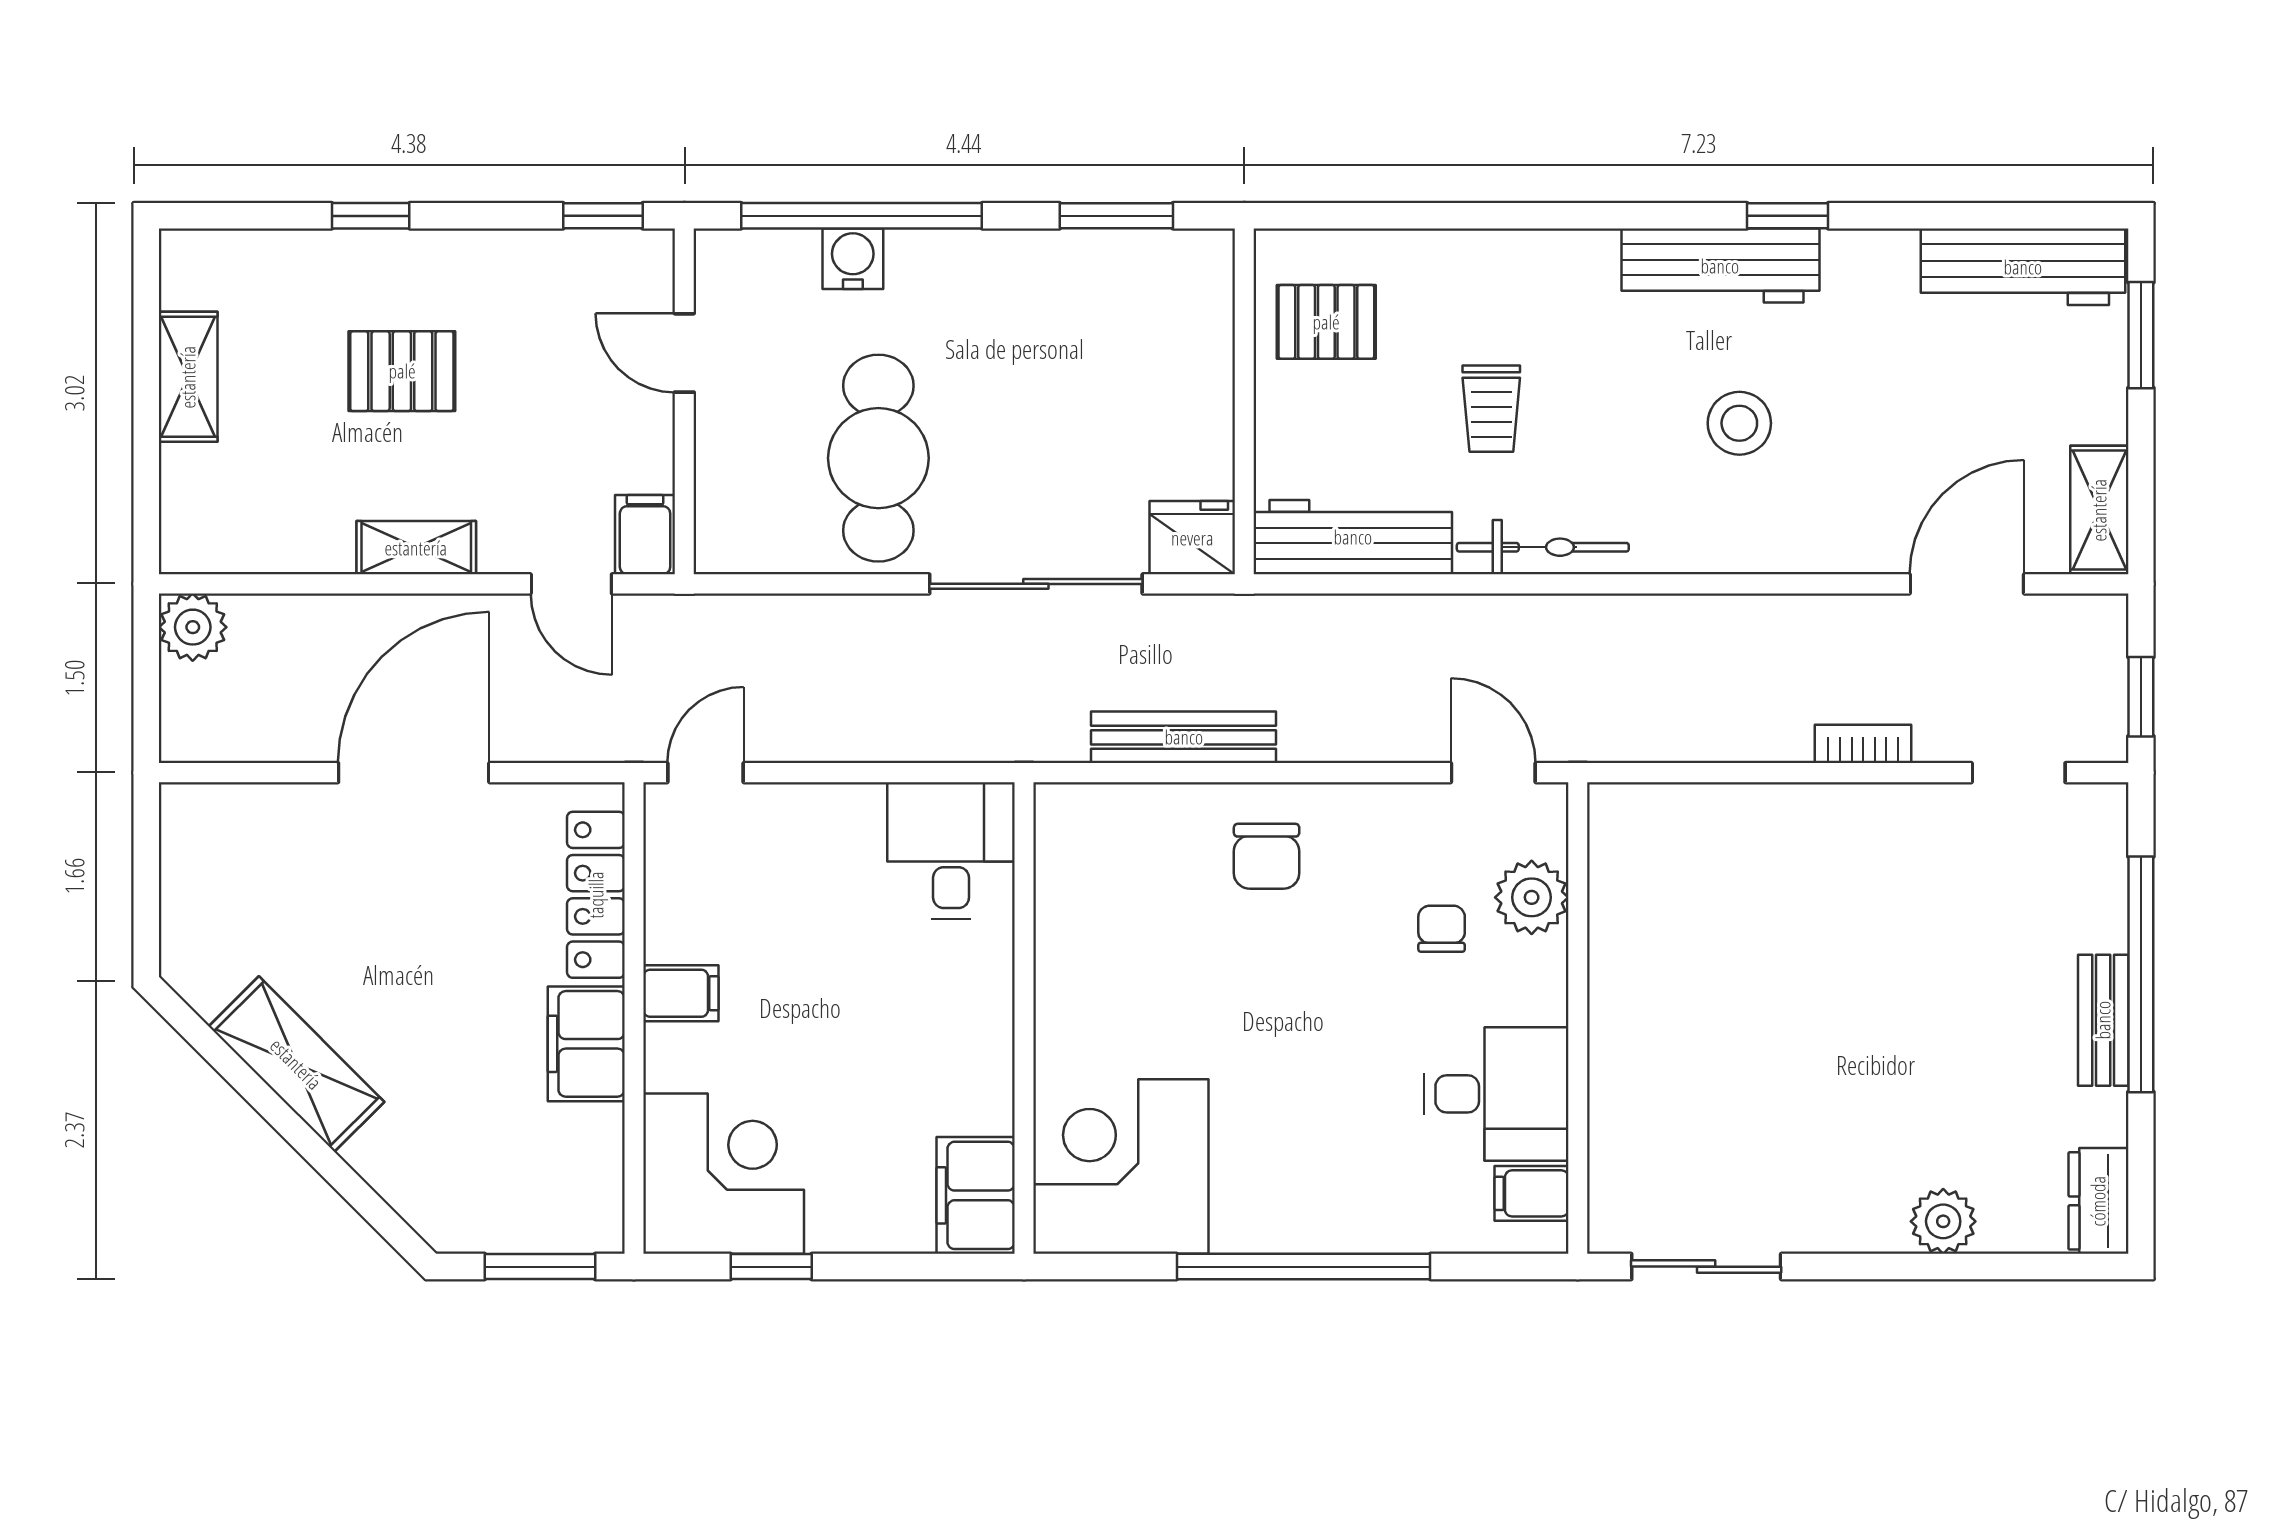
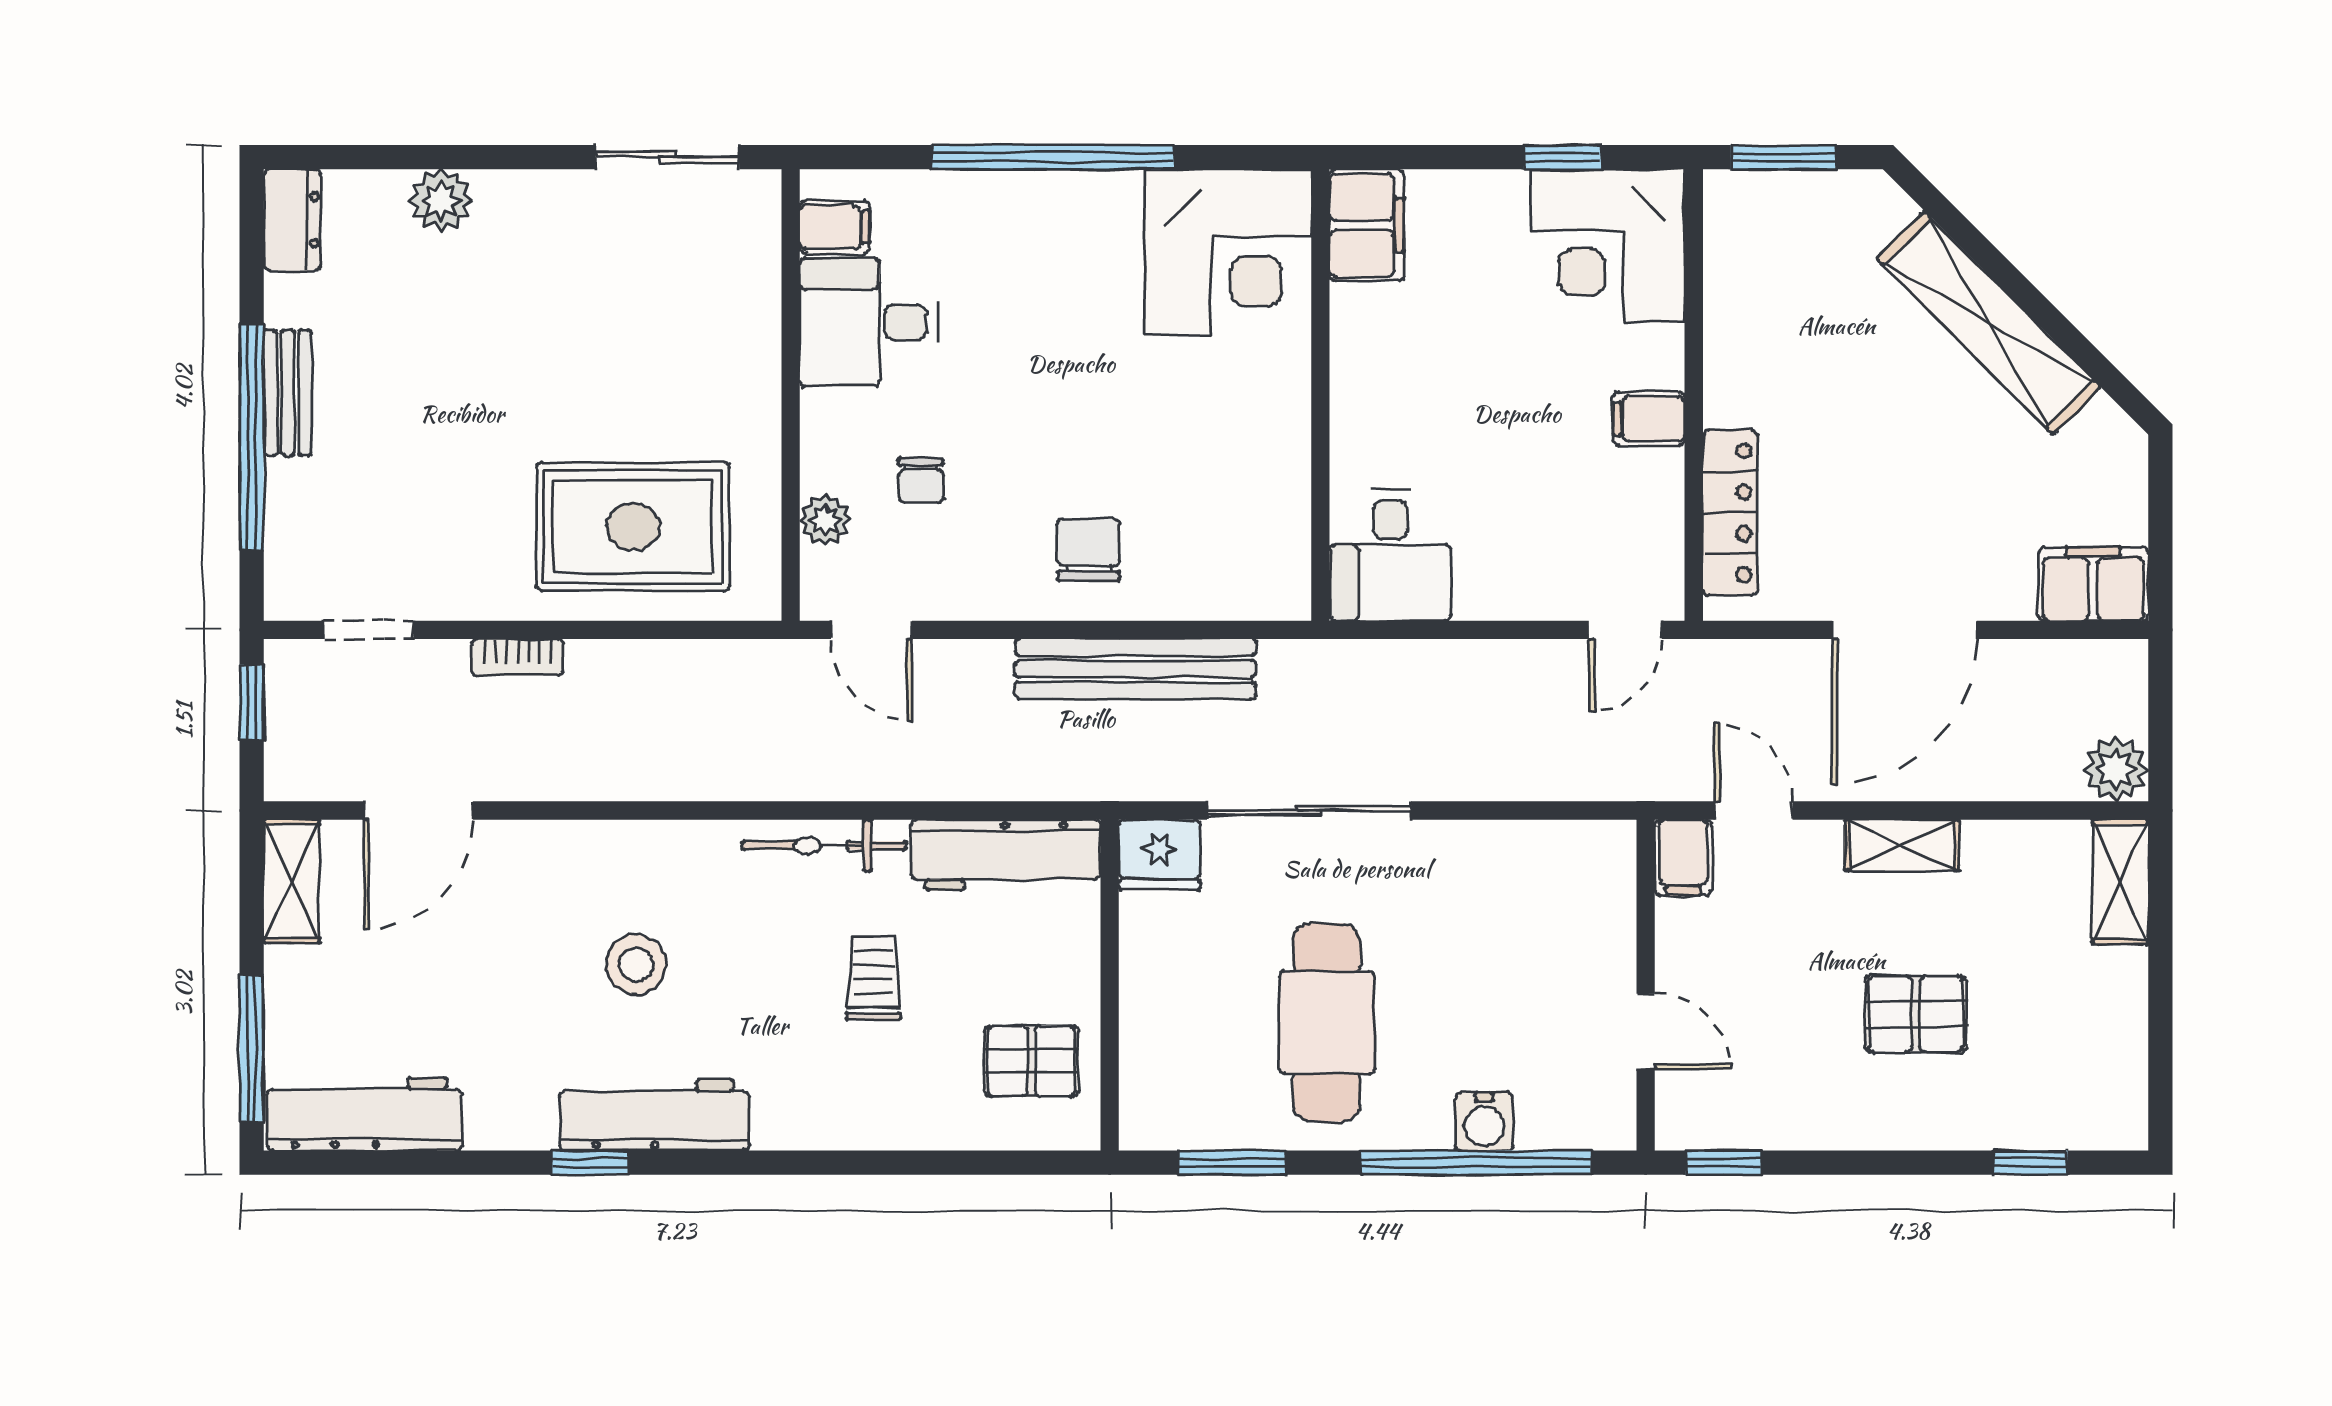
window: (371, 216) -> (2030, 1163), moved
window: (2141, 335) -> (252, 1048), width x1.44
shelving: (188, 377) -> (2120, 882), moved
cafe table: (878, 458) -> (1327, 1022), moved
bench: (1184, 737) -> (1135, 669), width x1.37, depth x1.21
rug: (1742, 880) -> (633, 527), added
plant: (1532, 897) -> (825, 520), width x0.73, depth x0.73
filing cabinet: (586, 1044) -> (2093, 584), moved, turned -90
shelving: (296, 1064) -> (1989, 323), width x1.47

